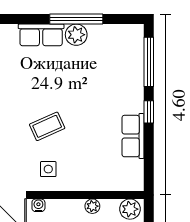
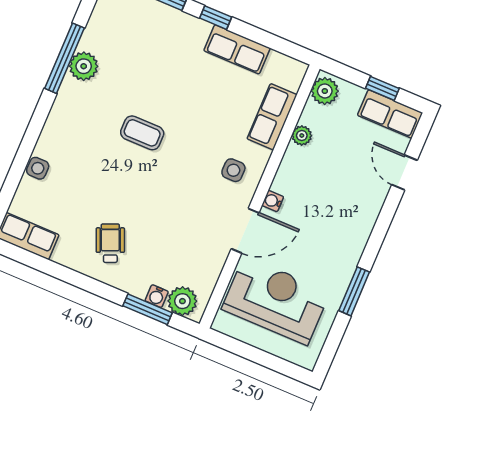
row of seats: (41, 35) -> (272, 117), moved, turned 180
coffee table: (47, 126) -> (142, 133), moved, turned -66

